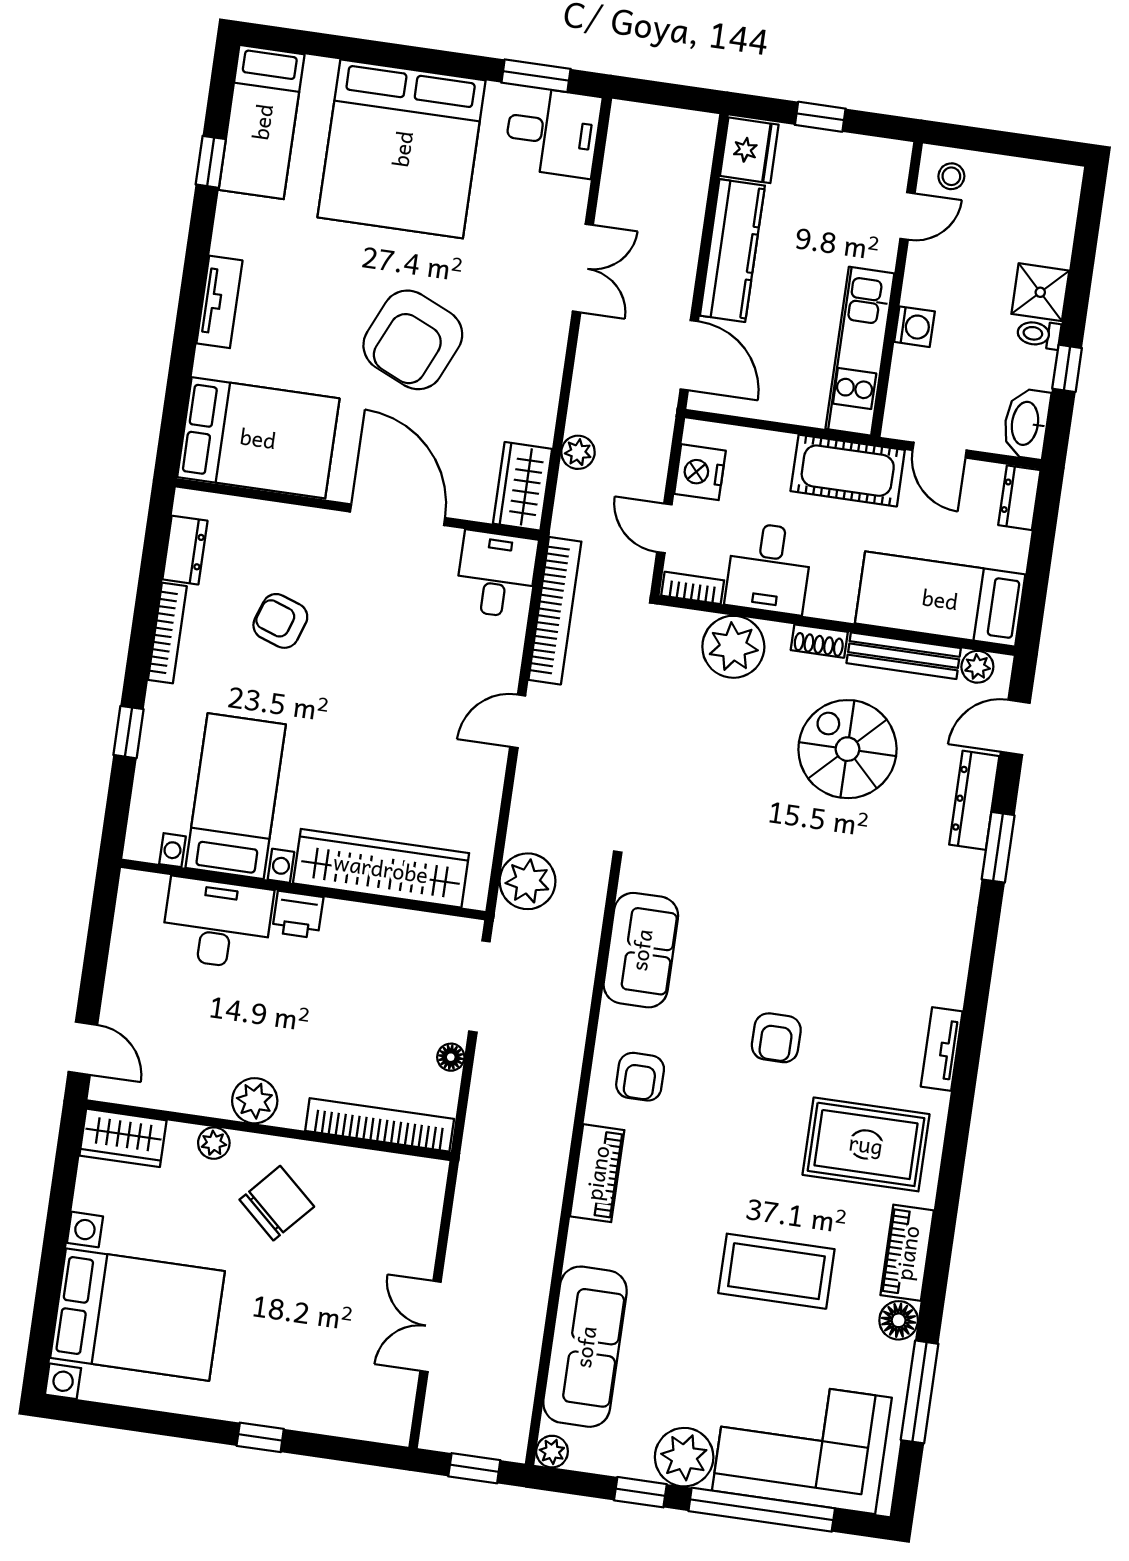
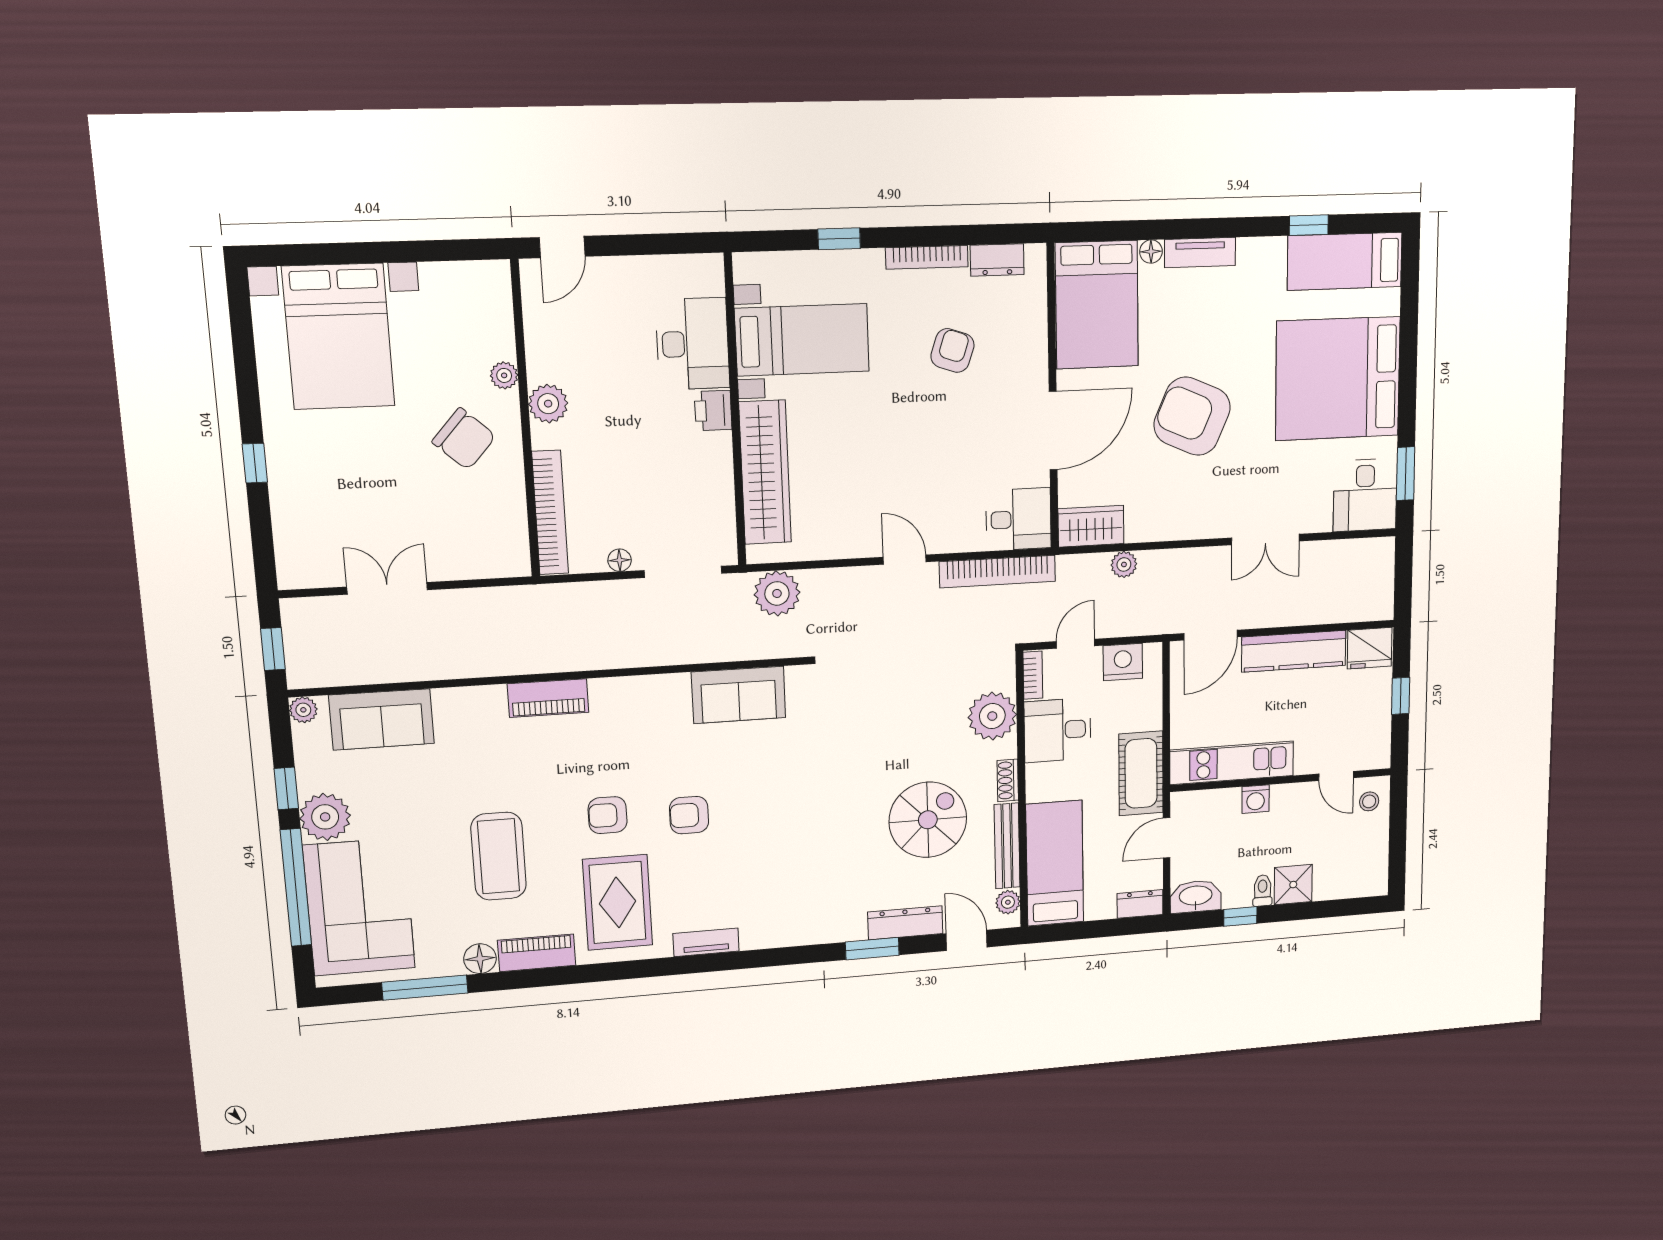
floor lamp: (208, 362) -> (1151, 252), added
armchair: (640, 1077) -> (608, 815), moved
wardrobe: (123, 1138) -> (491, 296), removed
sofa: (585, 1347) -> (382, 719), width x0.73

